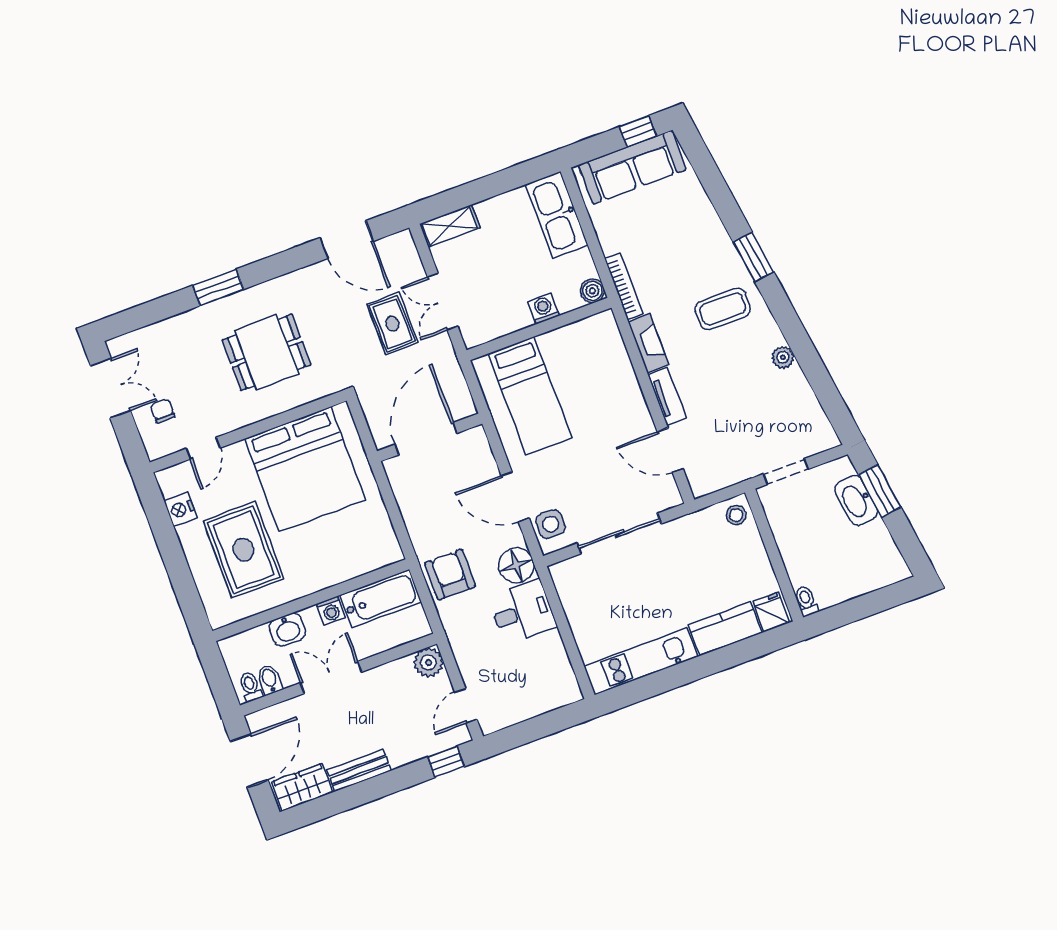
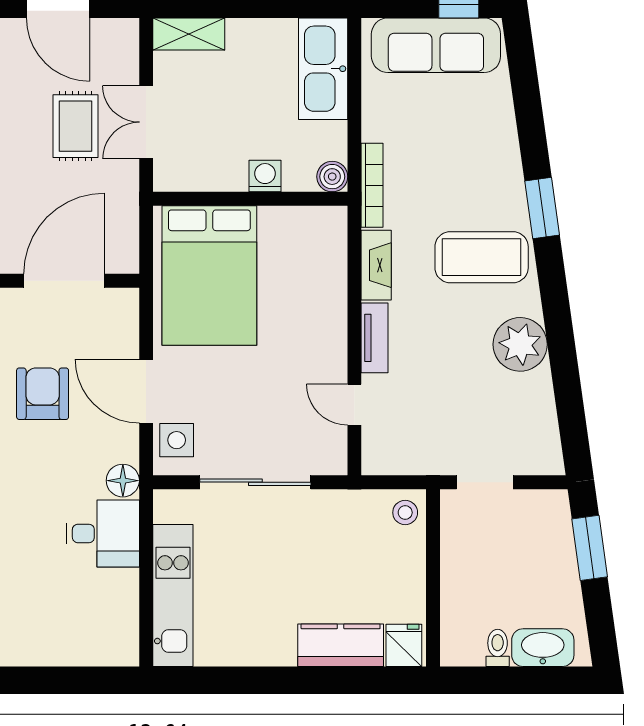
coffee table: (723, 309) -> (482, 257), width x1.36, depth x1.32
plant: (783, 357) -> (520, 344), width x1.88, depth x1.88
bed: (530, 396) -> (209, 276), width x1.50
door: (670, 450) -> (354, 405), width x0.73
washbasin: (856, 500) -> (543, 648), moved, turned 98
floor lamp: (516, 565) -> (123, 481), width x0.73, depth x0.73
armchair: (450, 575) -> (43, 394), moved
toilet: (806, 601) -> (498, 648), moved
kitchen unit: (641, 661) -> (173, 596), moved, turned 90

